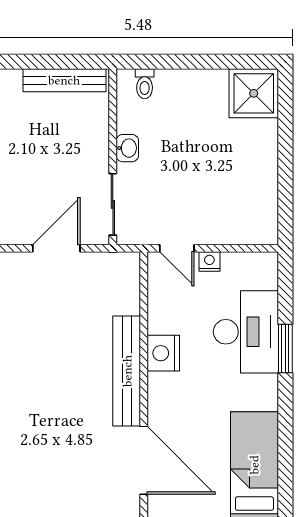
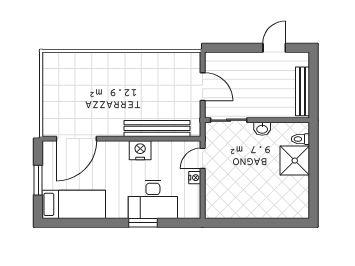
shower: (254, 93) -> (295, 161), moved
bench: (127, 371) -> (157, 128), moved

